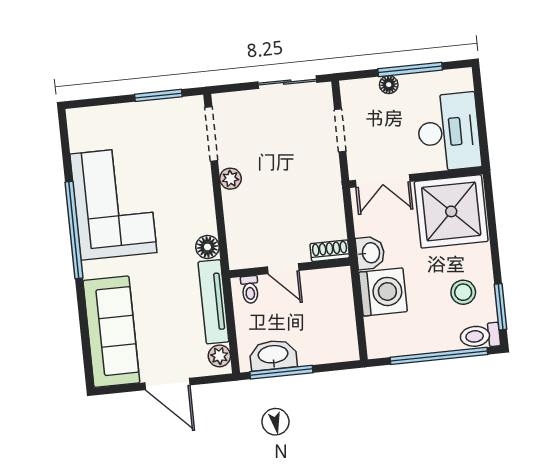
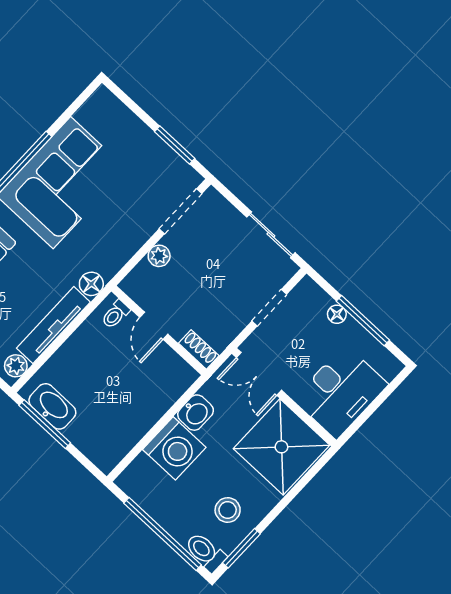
shoe rack: (330, 251) -> (199, 349), moved
wall: (290, 268) -> (159, 330), moved
door: (283, 269) -> (154, 326), moved
toilet: (250, 290) -> (116, 314), moved

